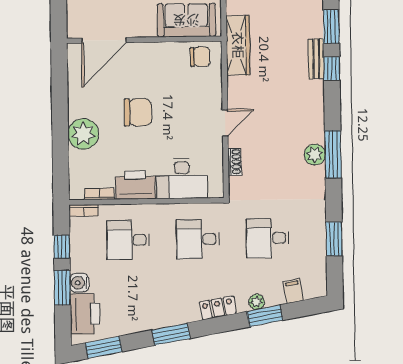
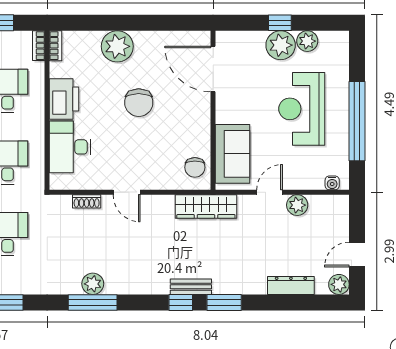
bookcase: (99, 194) -> (56, 46), moved

